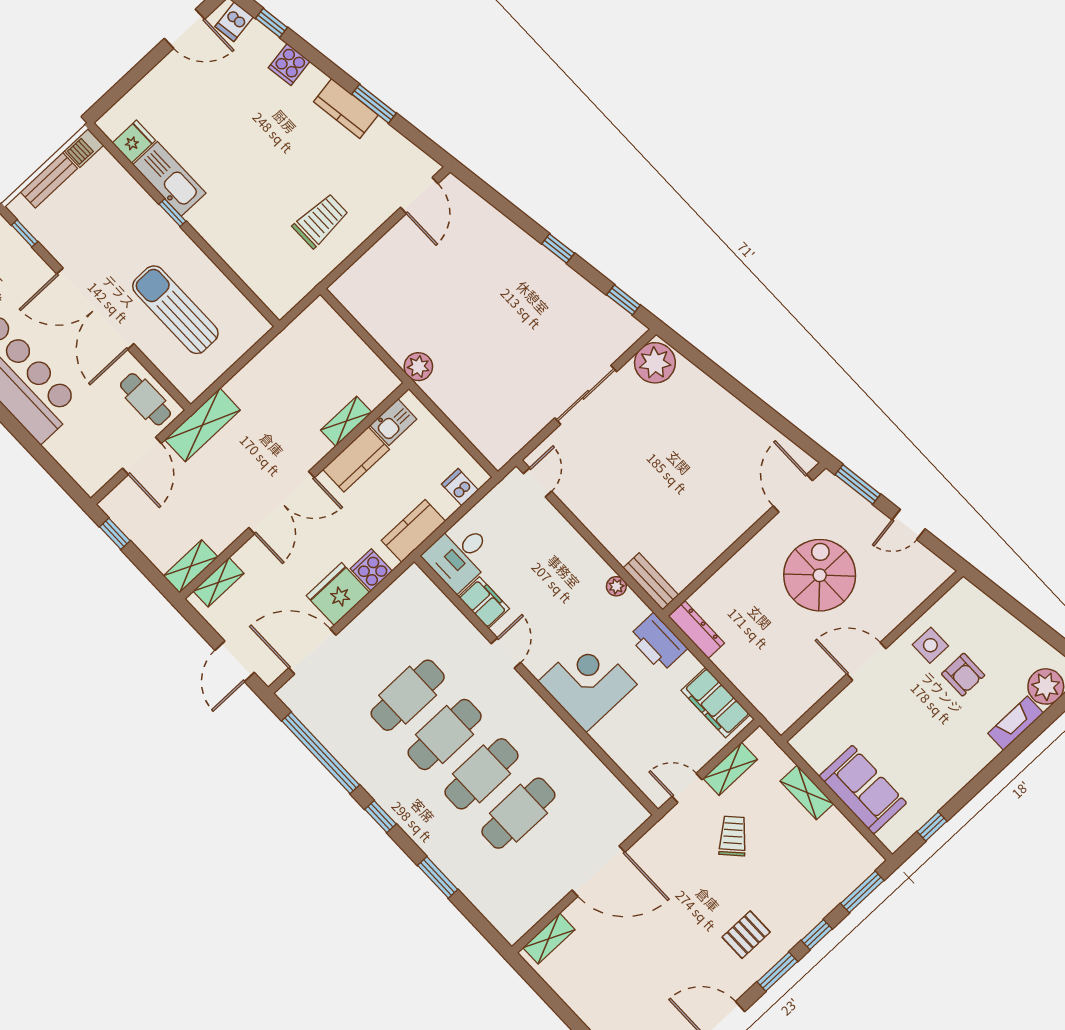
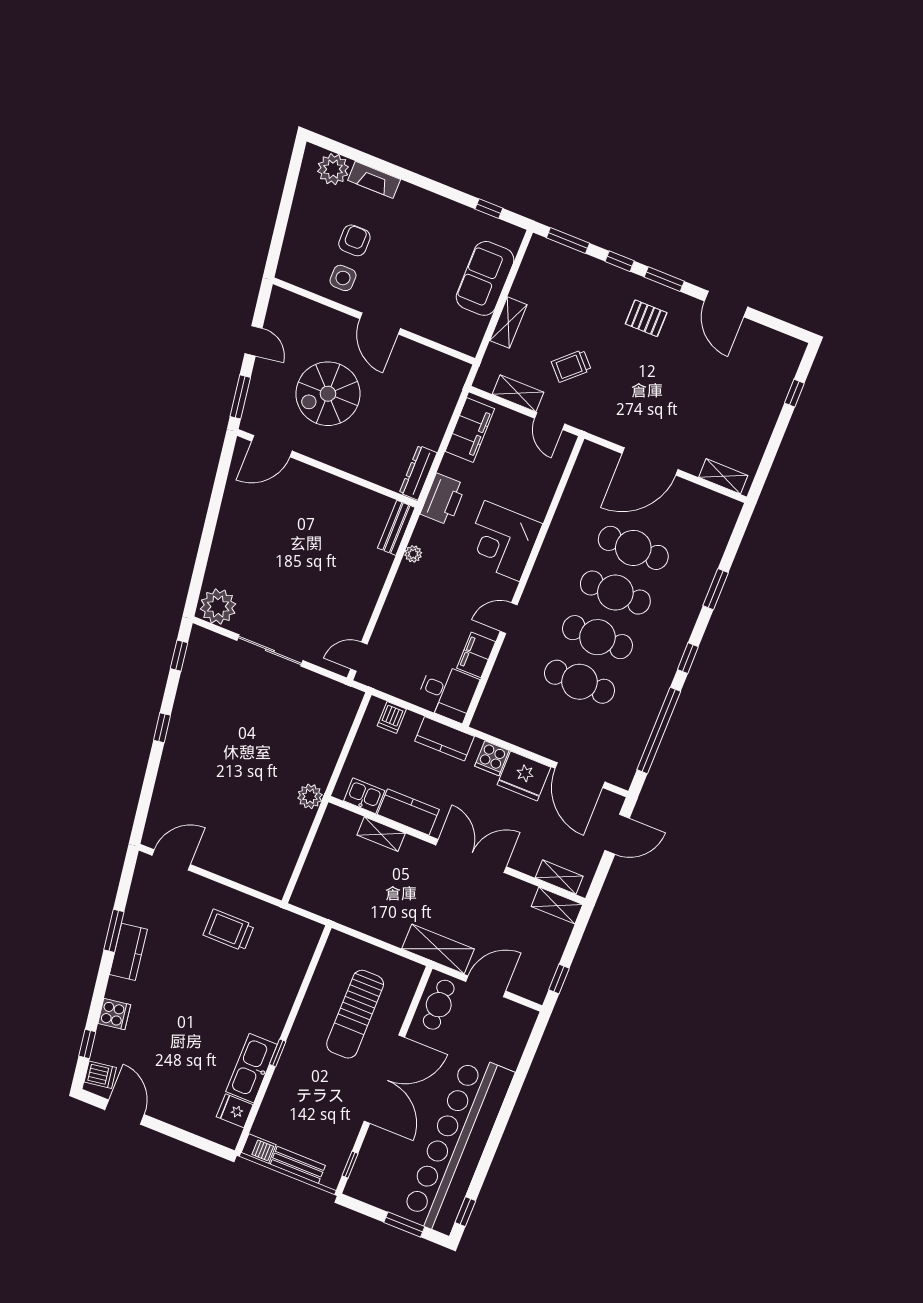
door: (599, 871) -> (650, 461), swing flipped

